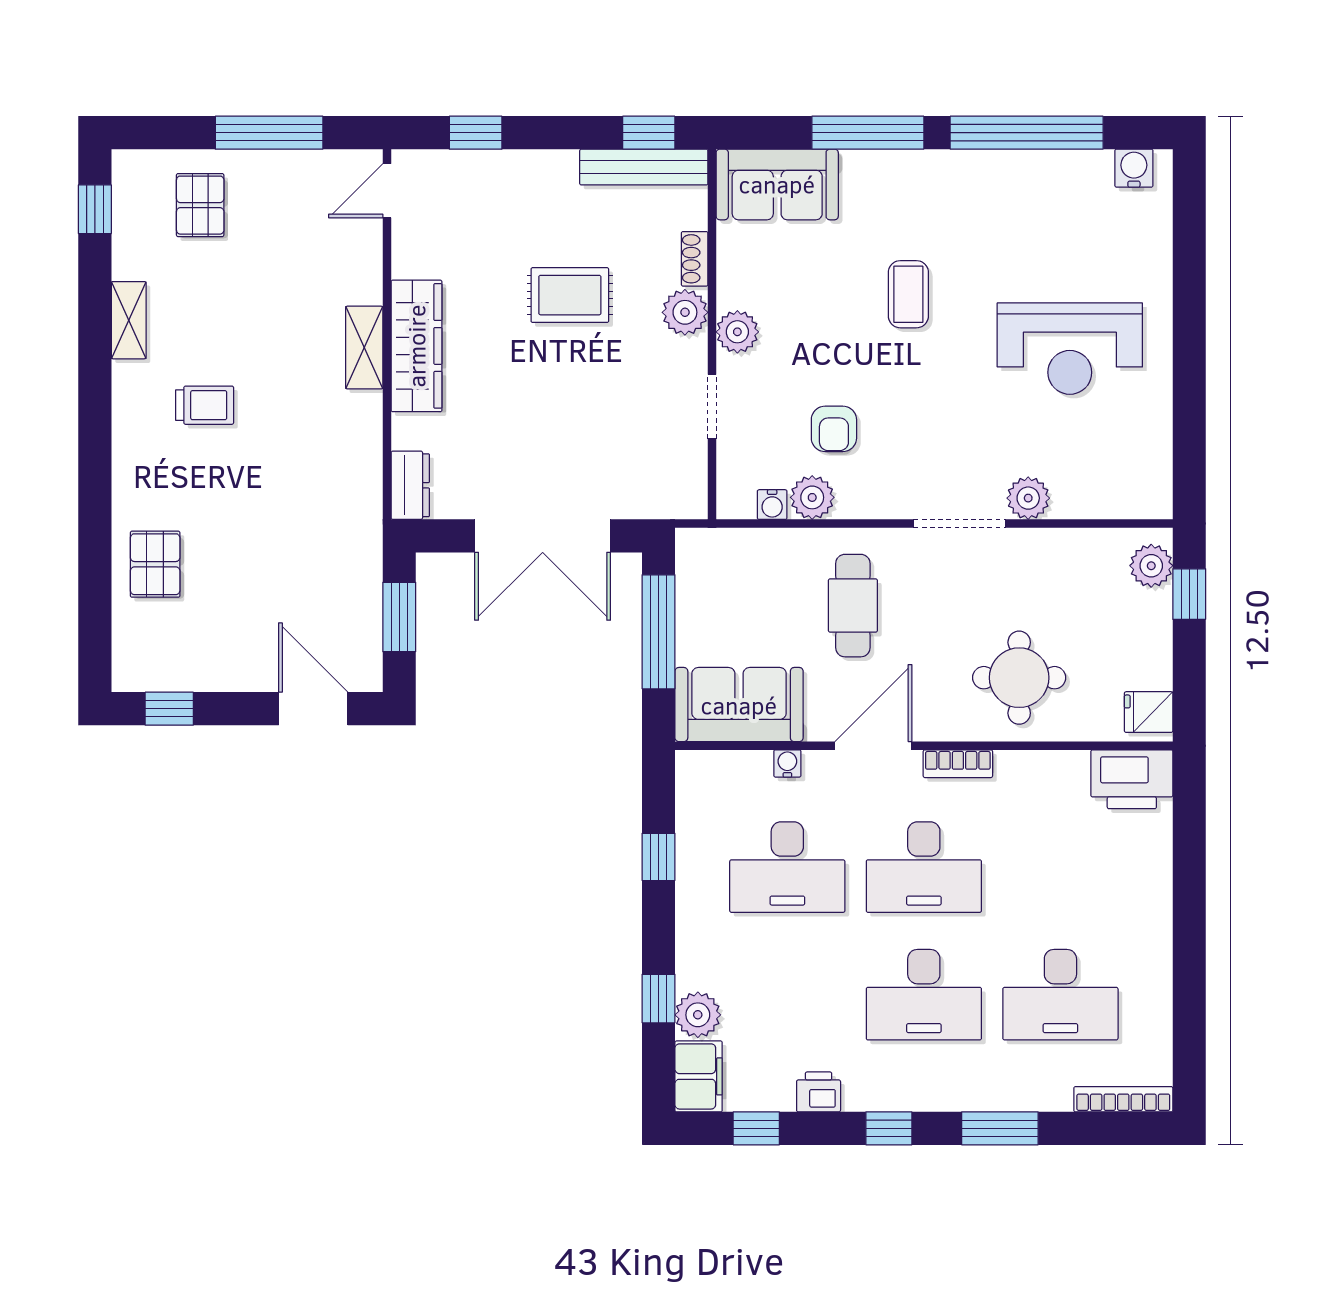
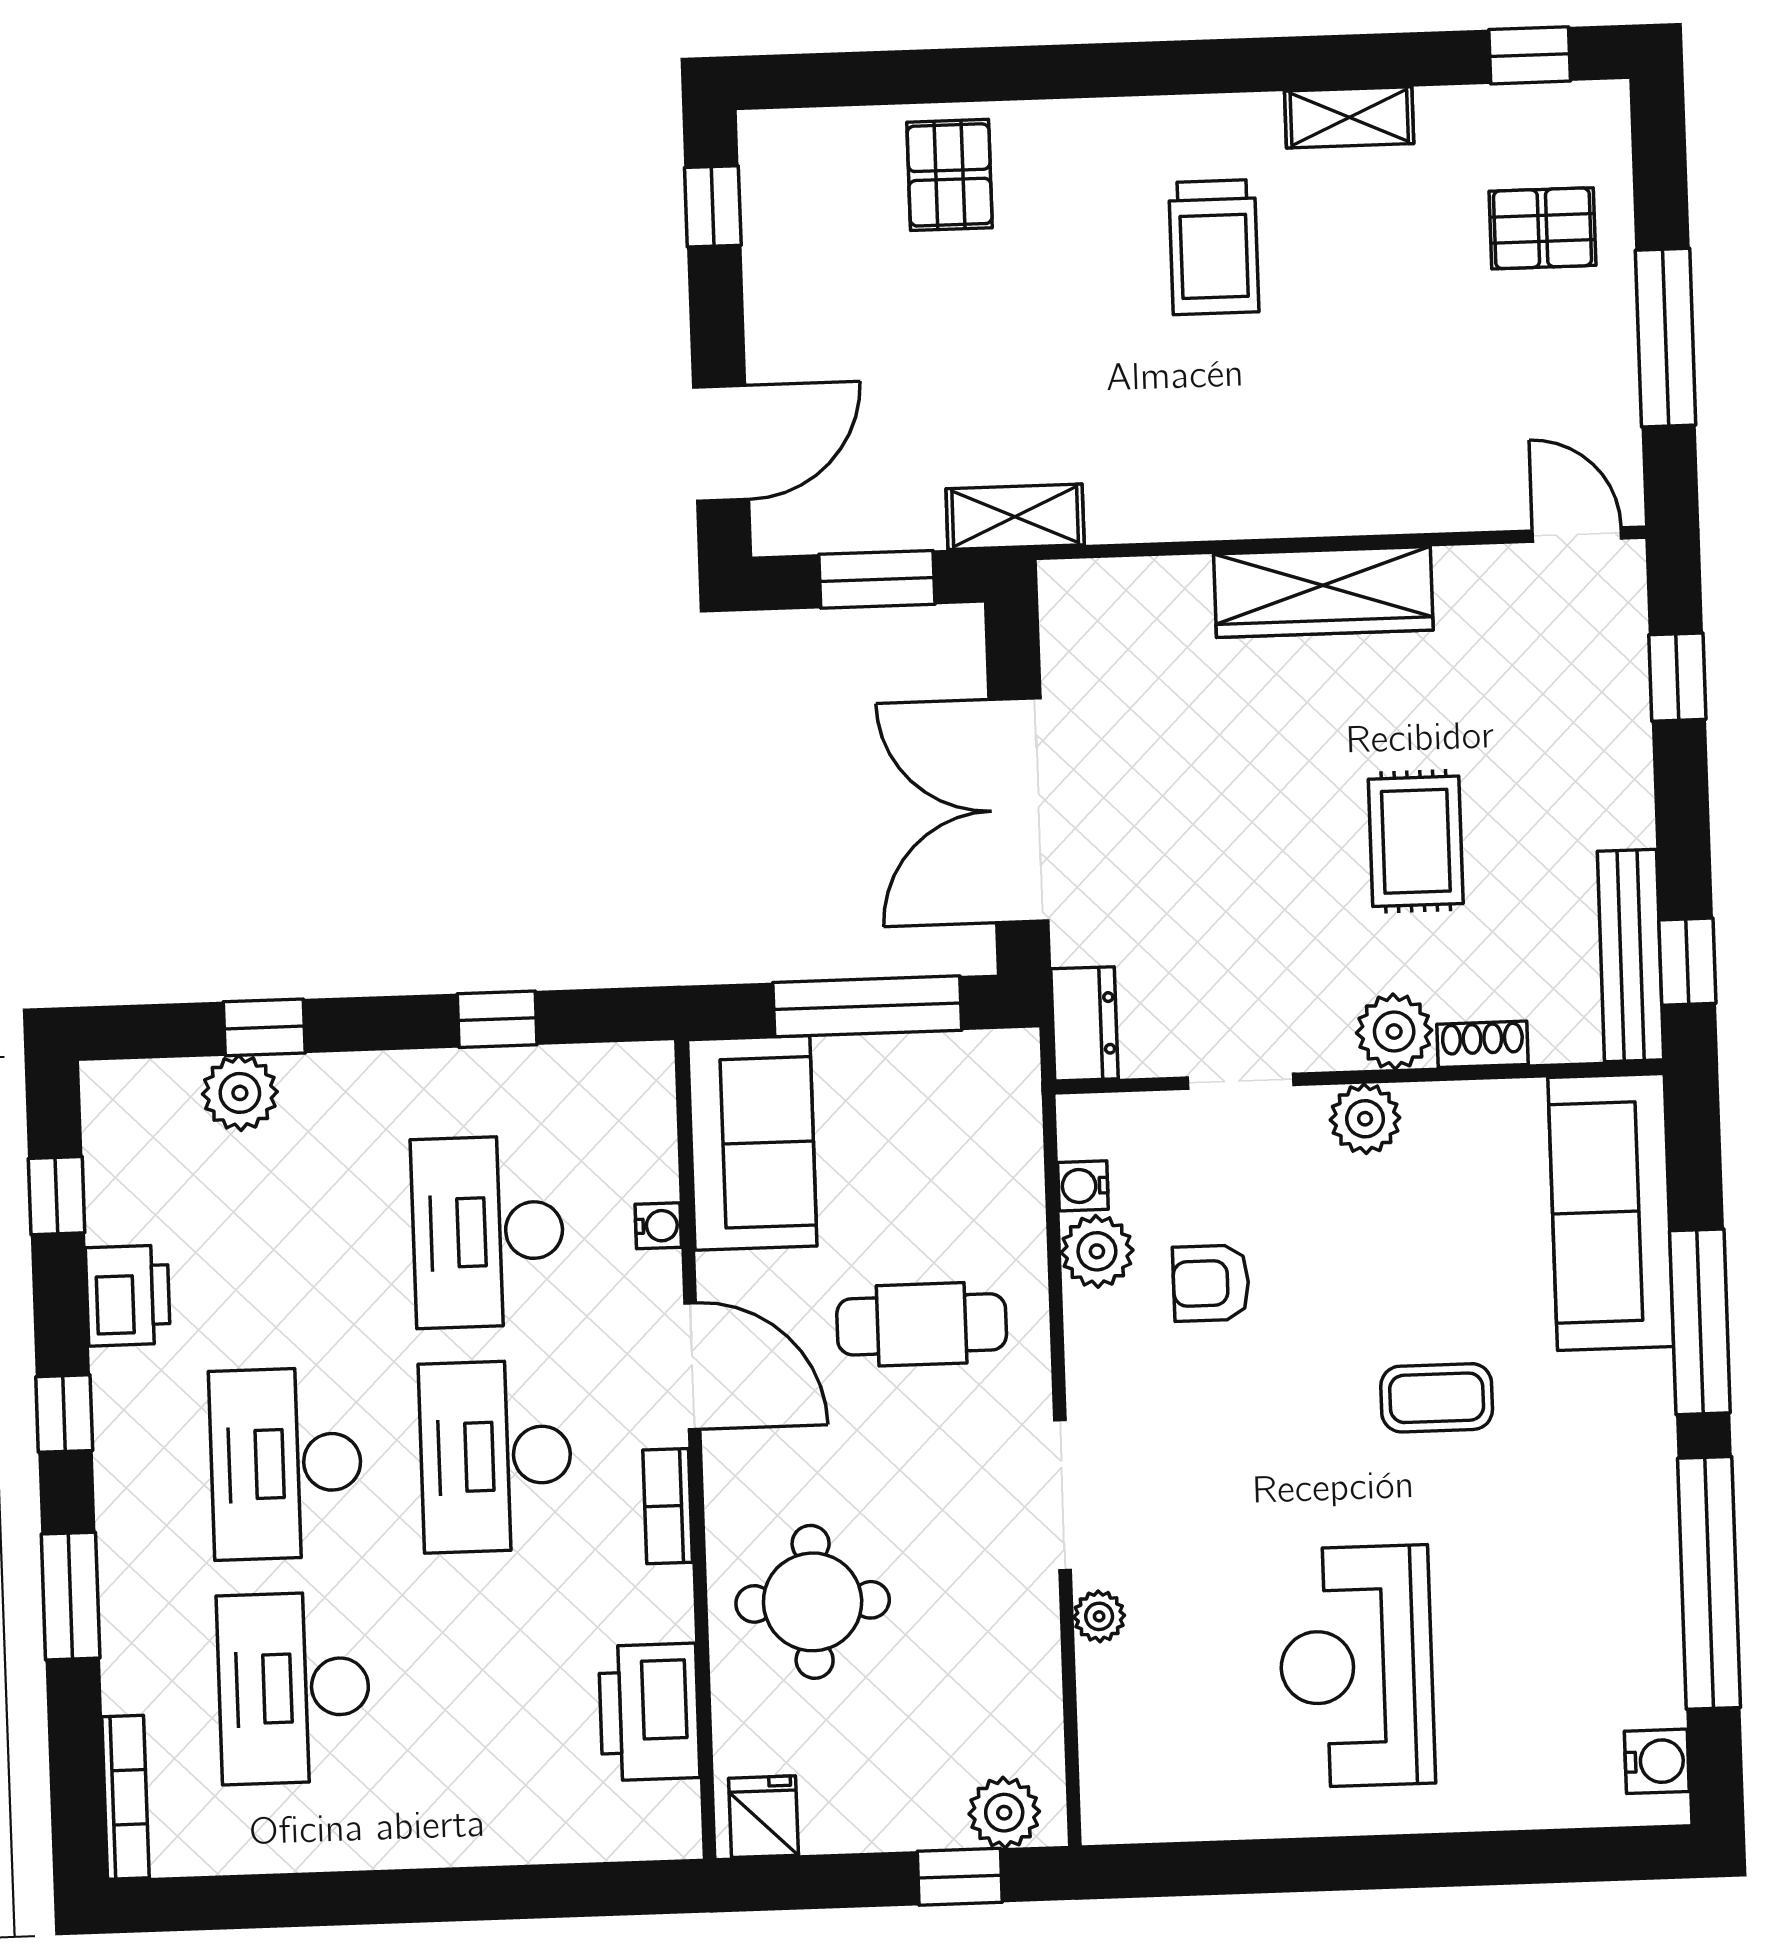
sofa: (777, 184) -> (1611, 1212), width x1.36
shelving: (364, 348) -> (1015, 517), moved
trolley: (205, 405) -> (1214, 247), width x1.36, depth x1.39
dresser: (410, 485) -> (1085, 1024), moved, turned -90
plant: (1028, 498) -> (1099, 1616), width x0.73, depth x0.73
pallet: (155, 564) -> (950, 175), turned 90
printer: (1132, 779) -> (649, 1712), moved
filing cabinet: (699, 1076) -> (139, 1098), removed
printer: (819, 1092) -> (128, 1296), width x1.36, depth x1.24

